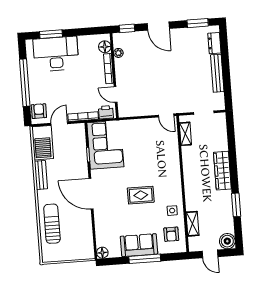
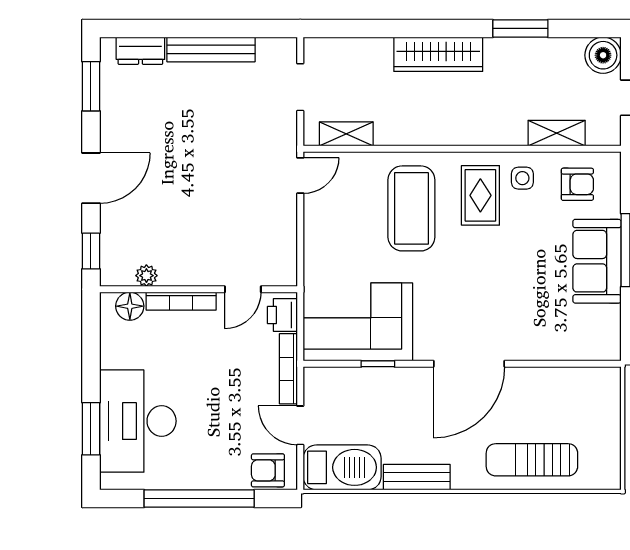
coffee table: (156, 164) -> (411, 208), added
rug: (141, 195) -> (480, 195), moved
floor lamp: (102, 253) -> (608, 348), removed

